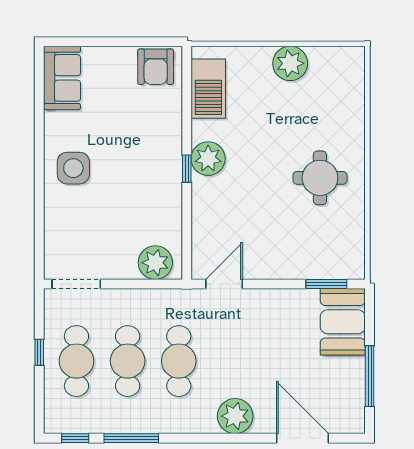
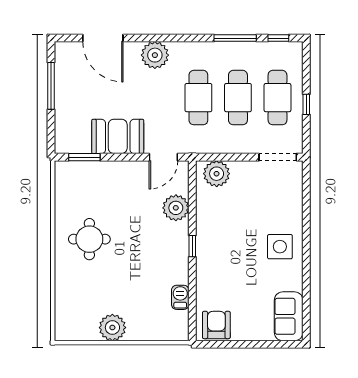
barbecue: (208, 89) -> (180, 297), width x0.53, depth x0.65
plant: (208, 159) -> (176, 208), moved
booth: (343, 322) -> (118, 136), moved, turned 90

